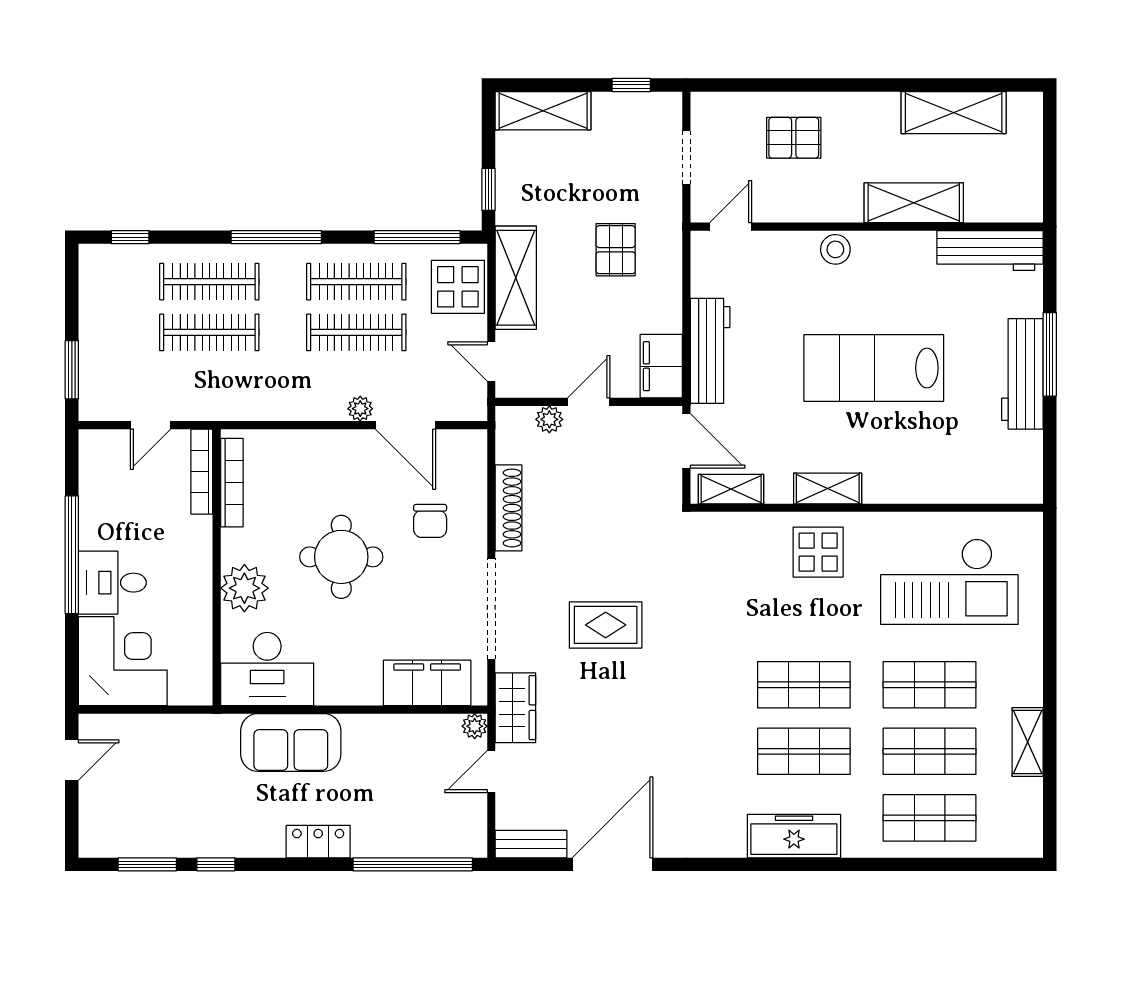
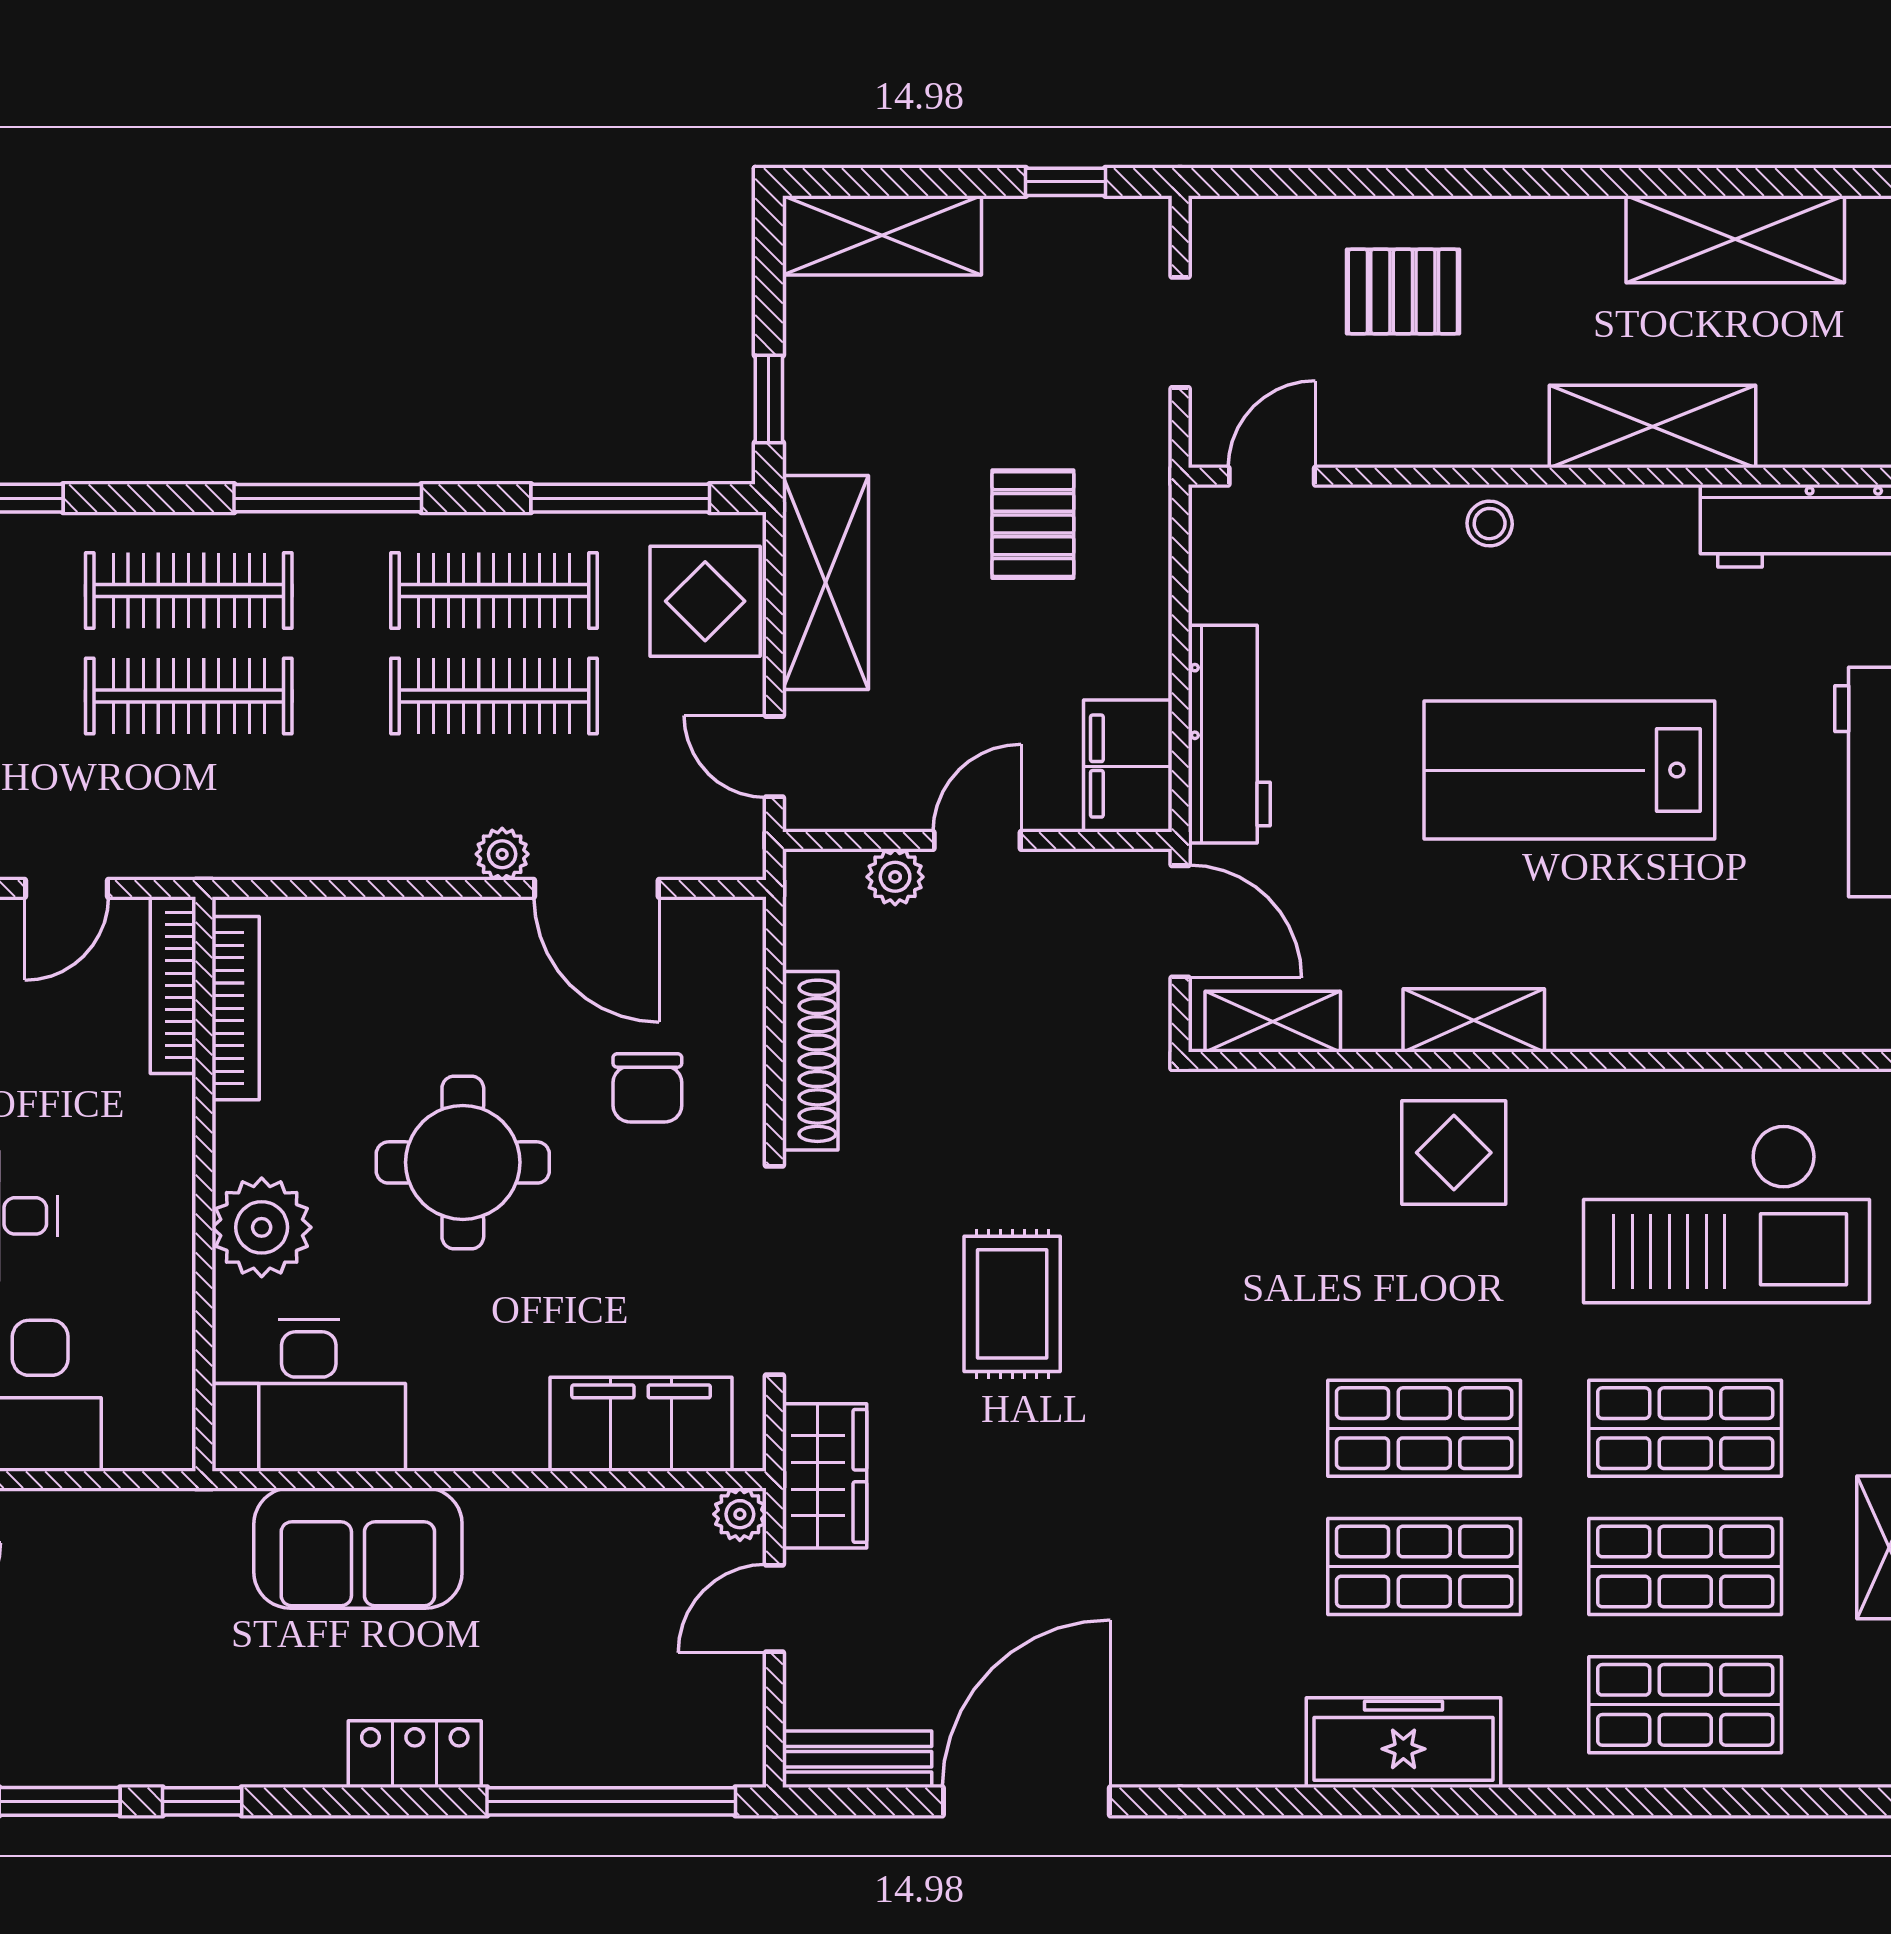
stool: (835, 249) -> (1490, 524), width x0.73, depth x0.73
rug: (606, 625) -> (1012, 1304), turned 90

